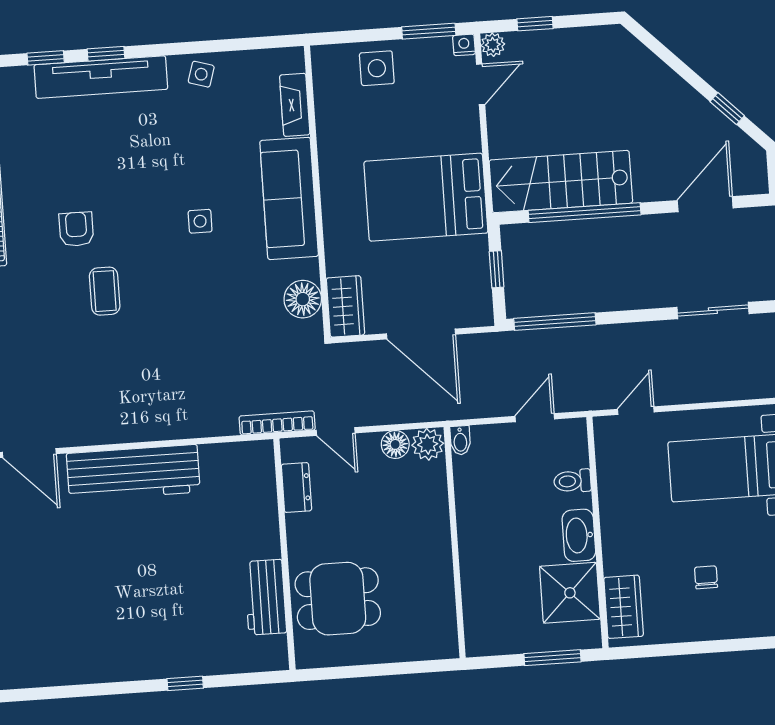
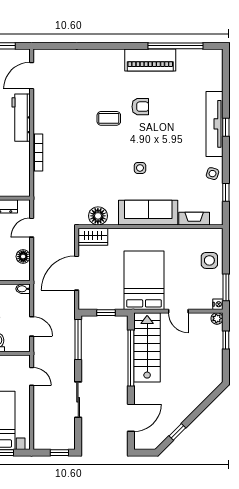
window: (46, 58) -> (226, 192), moved
door: (481, 84) -> (178, 311), moved
door: (705, 204) -> (131, 418), hinge flipped
sliding door: (713, 311) -> (78, 400), moved
bookcase: (277, 423) -> (38, 153), moved
plant: (428, 444) -> (22, 273), removed
workbench: (133, 473) -> (21, 118), width x0.73, depth x0.76

